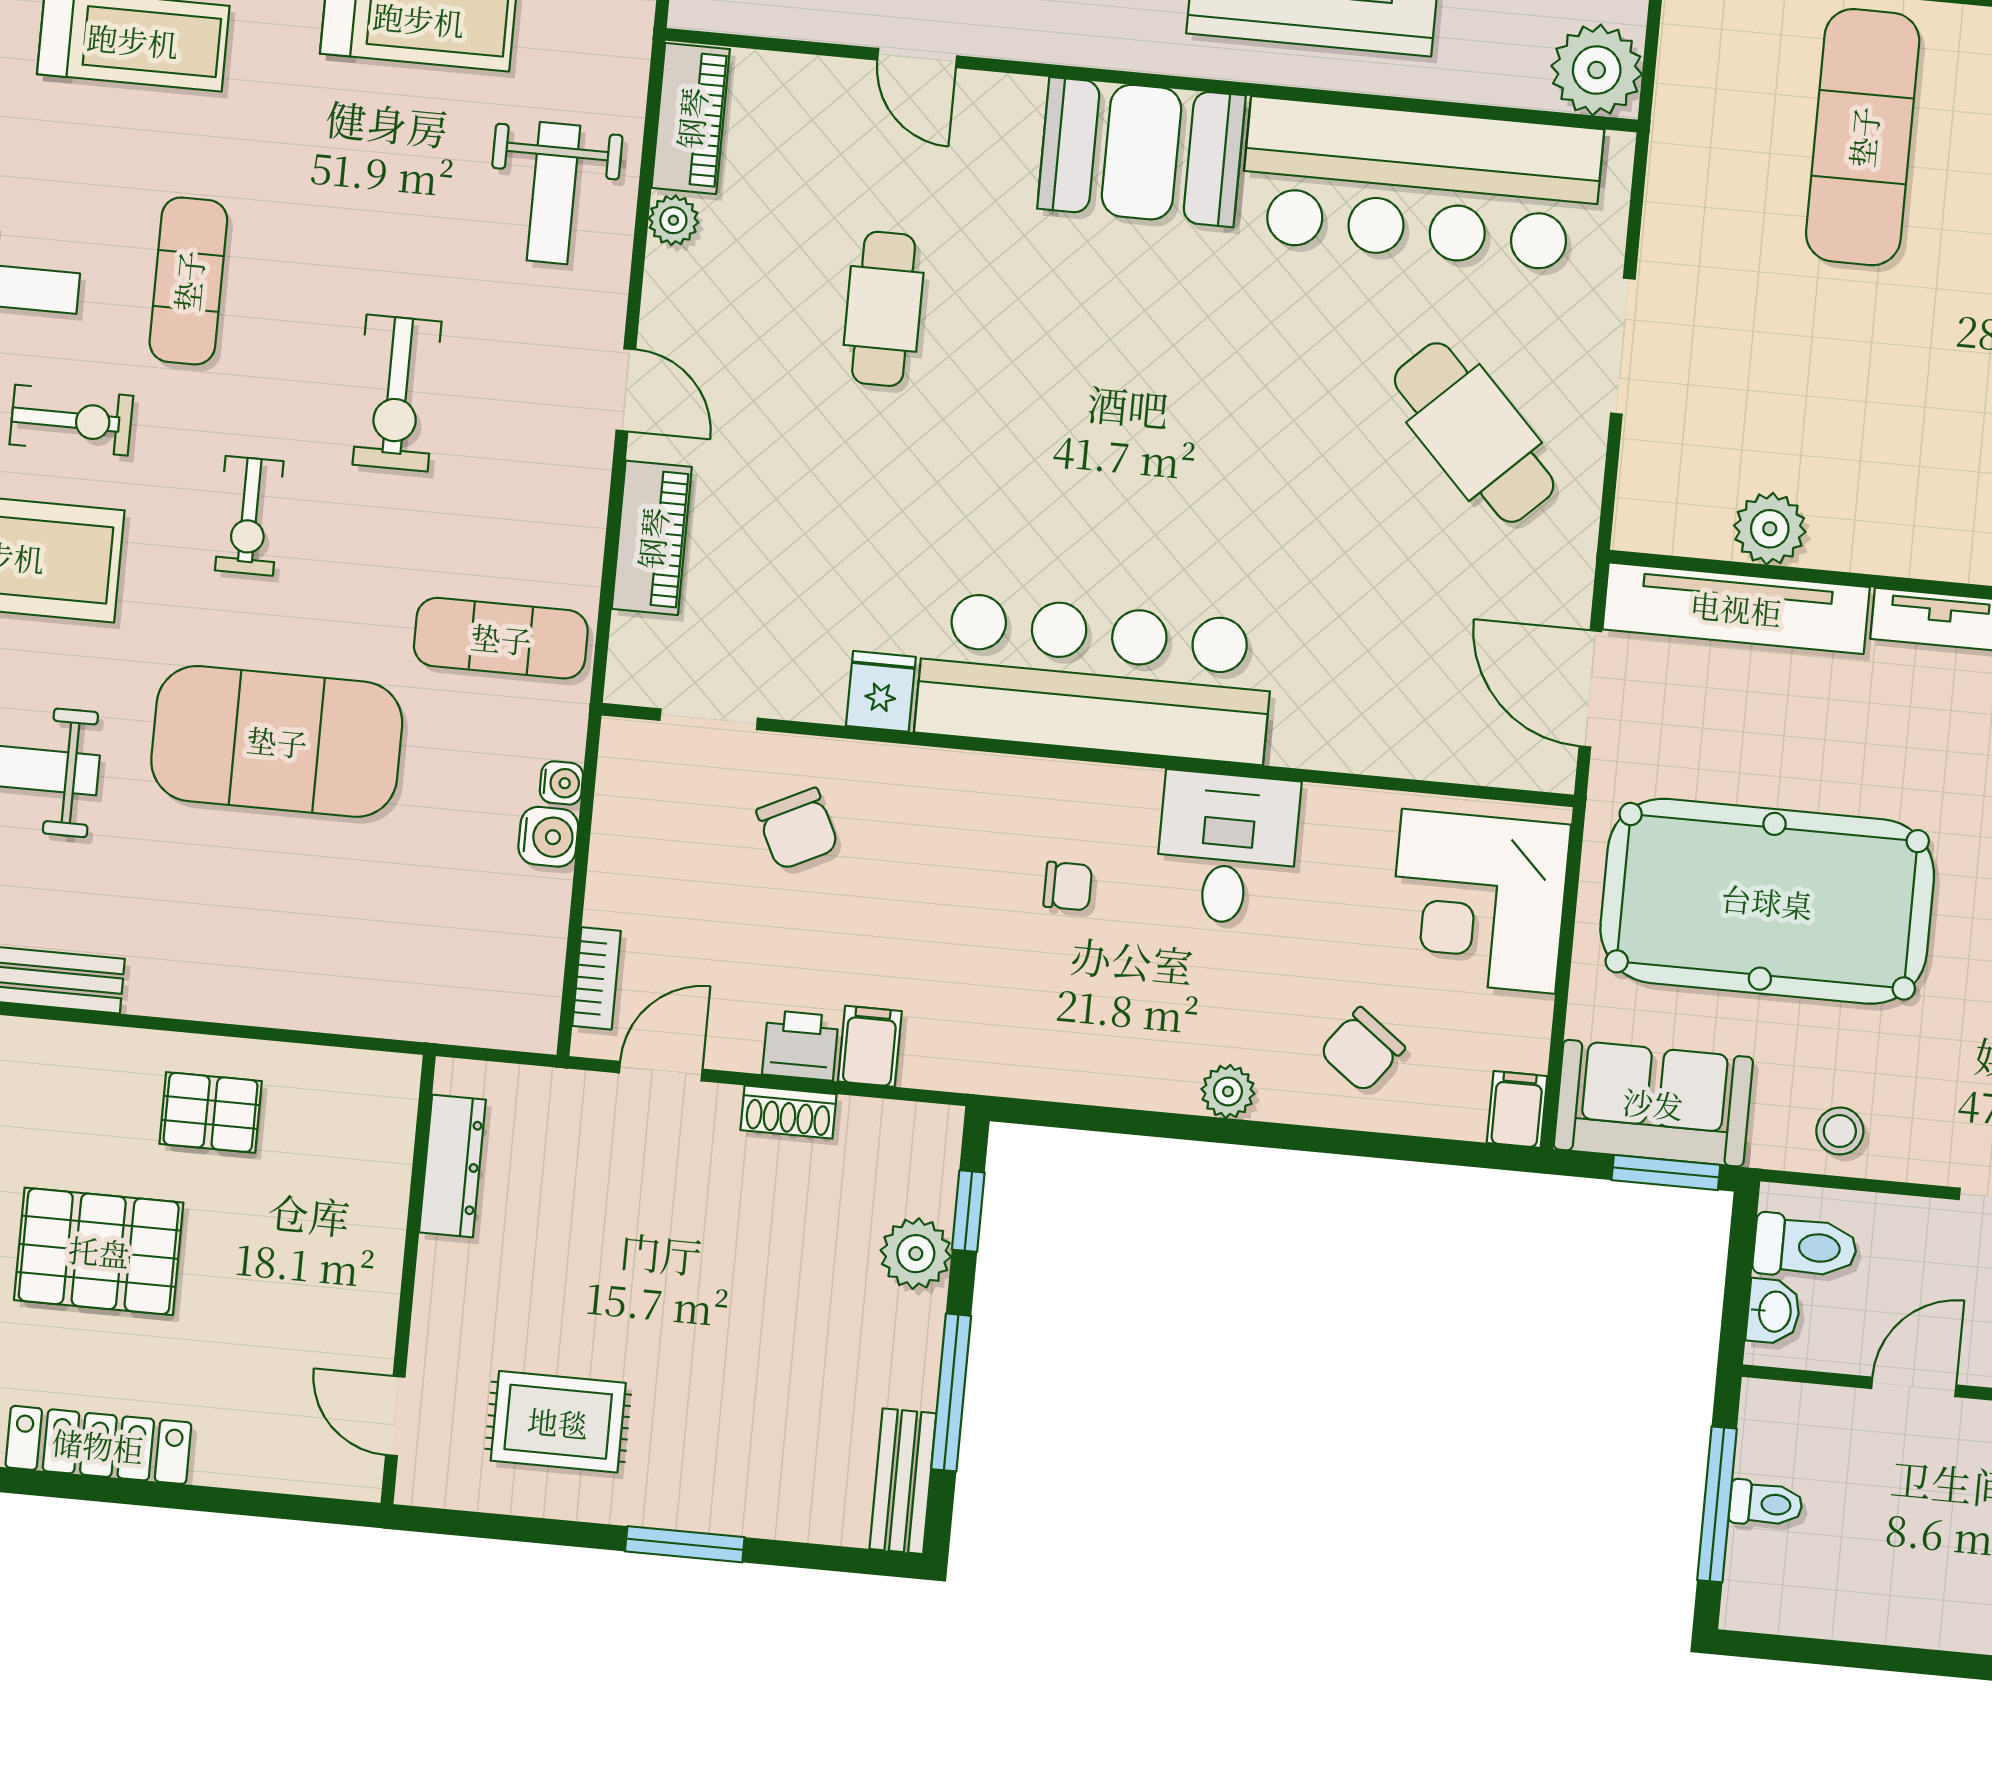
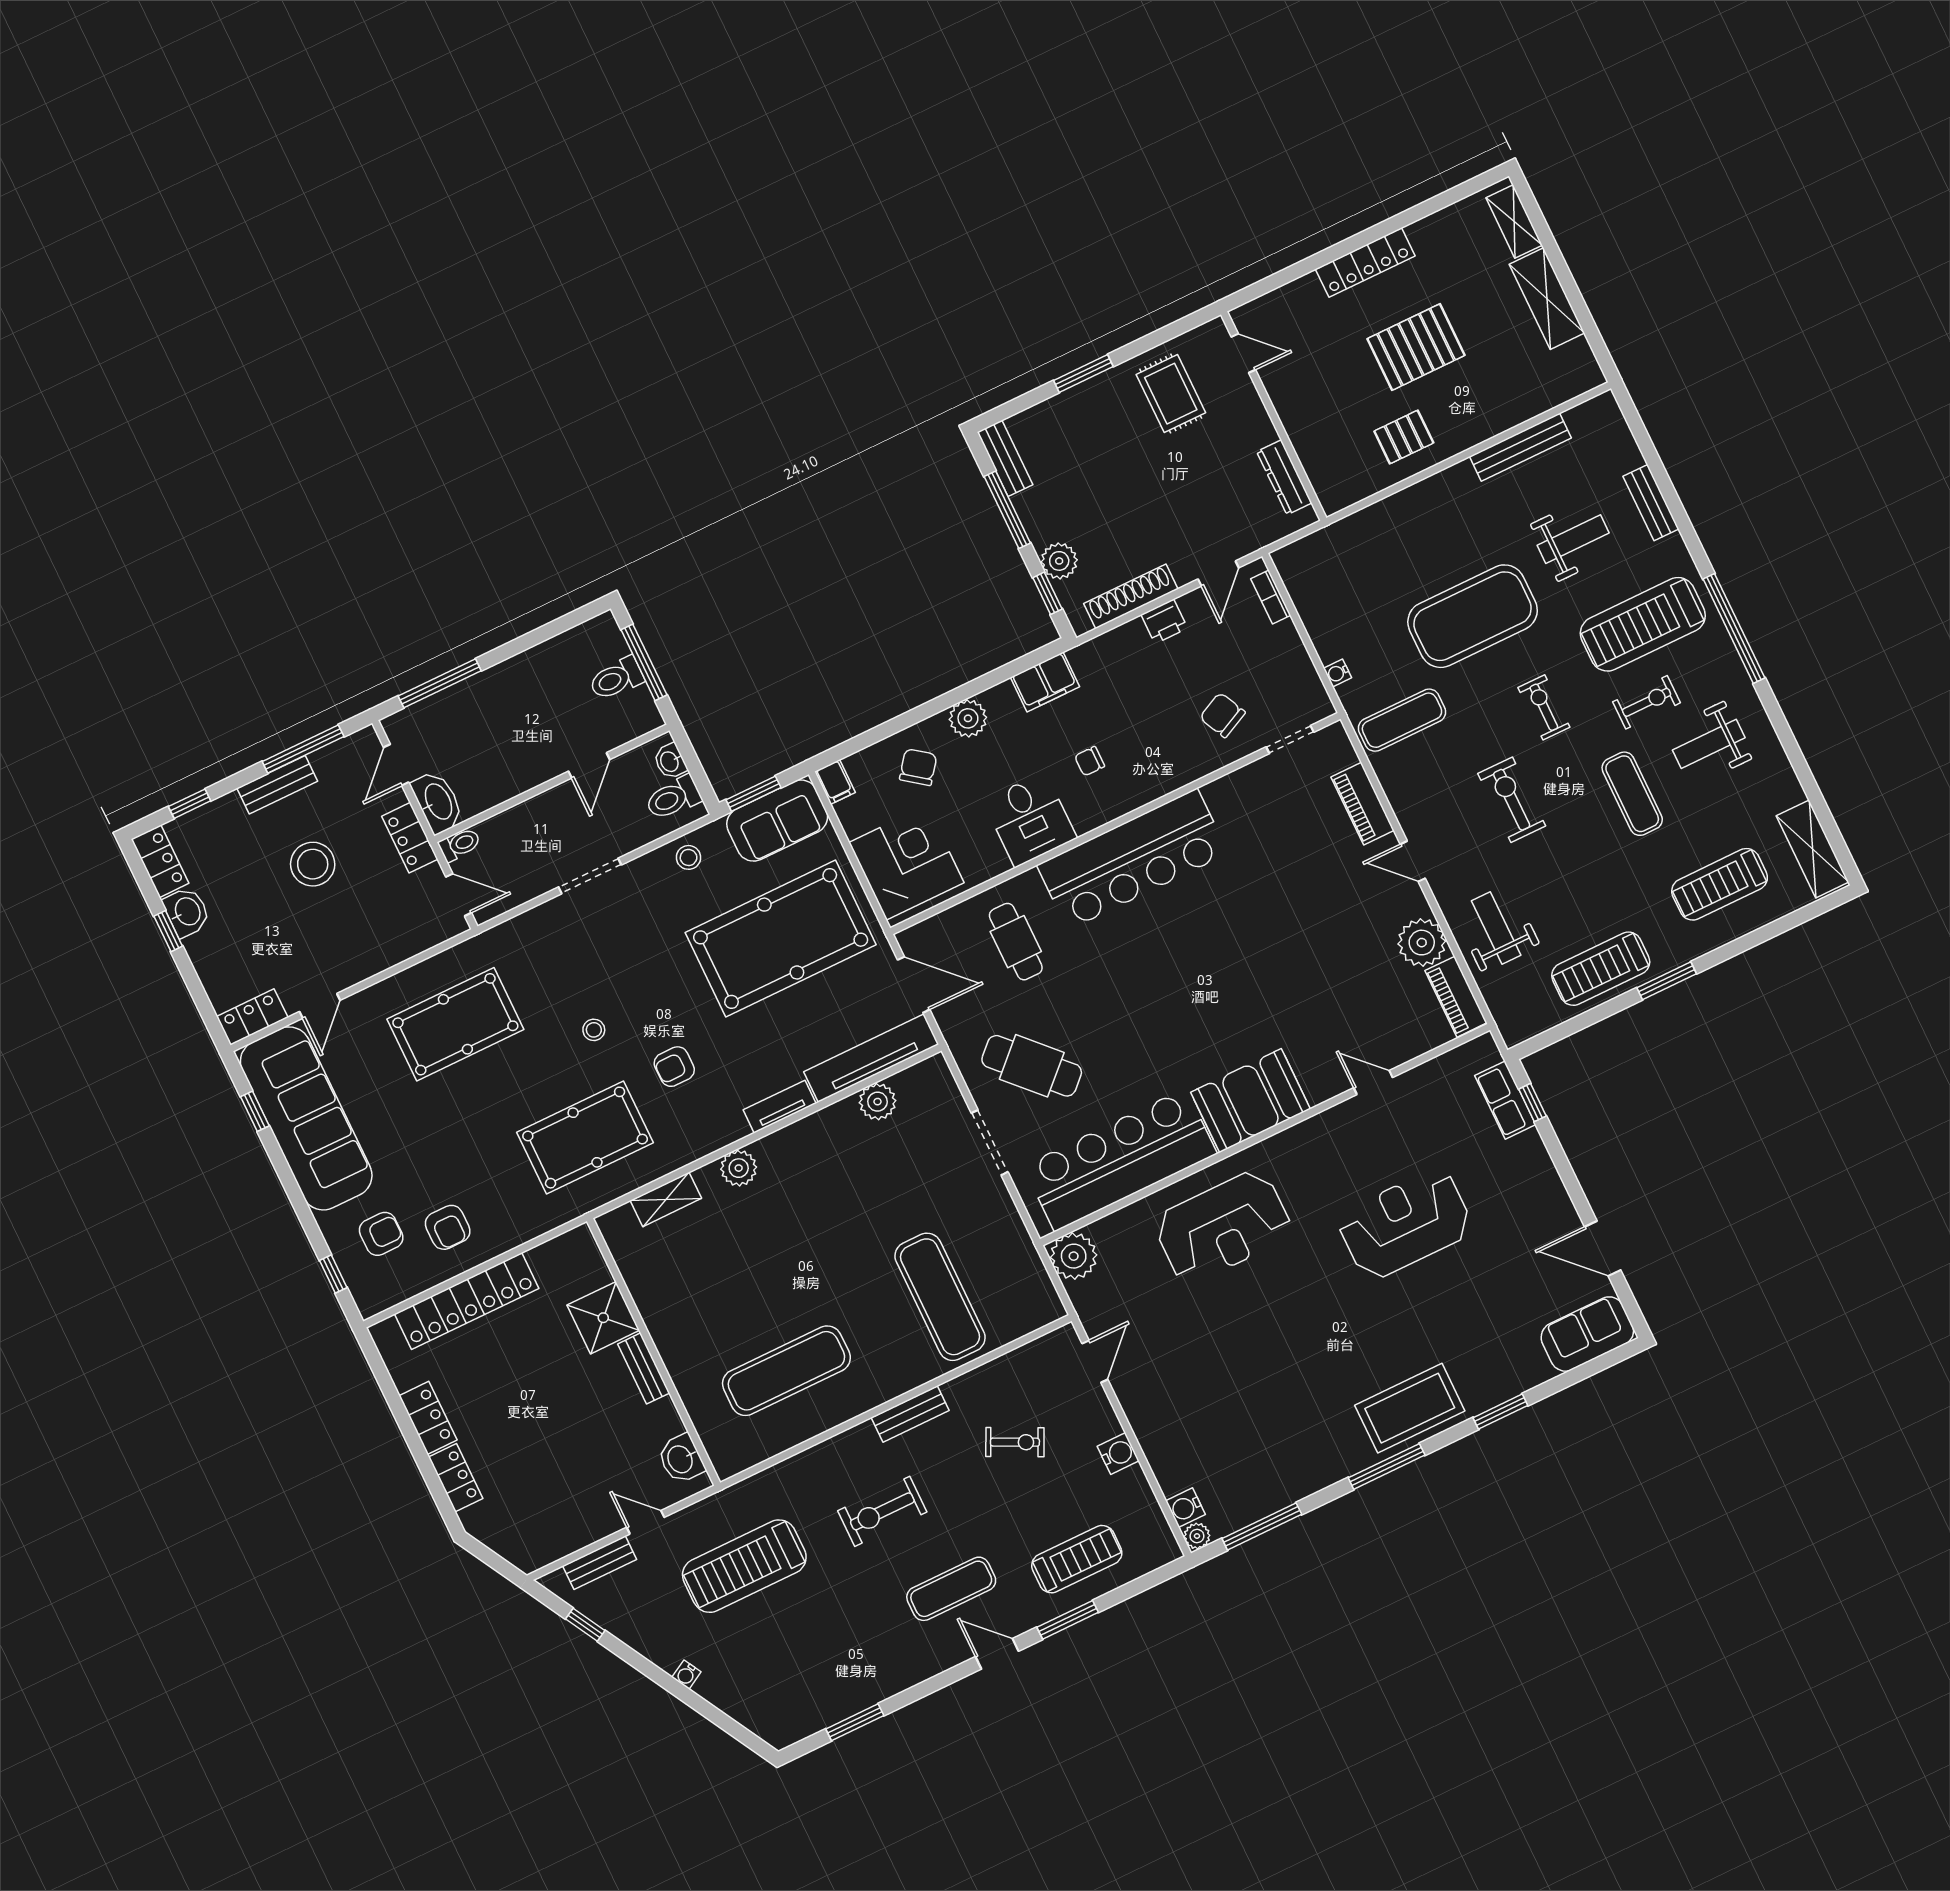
plant: (673, 220) -> (1422, 943), width x1.88, depth x1.88
cafe table: (884, 309) -> (1016, 942), moved
exercise bike: (71, 420) -> (1647, 702), turned 180
fridge: (881, 691) -> (1222, 797), removed
water cooler: (548, 837) -> (1329, 646), removed
filing cabinet: (870, 1046) -> (1045, 682), moved, width x2.00
plant: (1228, 1091) -> (968, 718), width x1.38, depth x1.38
shoe rack: (788, 1112) -> (1131, 596), width x1.94, depth x1.24
rug: (558, 1422) -> (1171, 394), turned 90
toilet: (1766, 1504) -> (616, 679), width x1.37, depth x1.39

